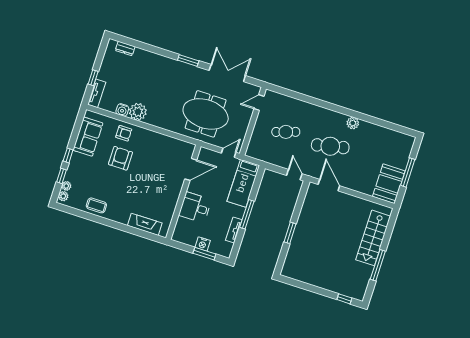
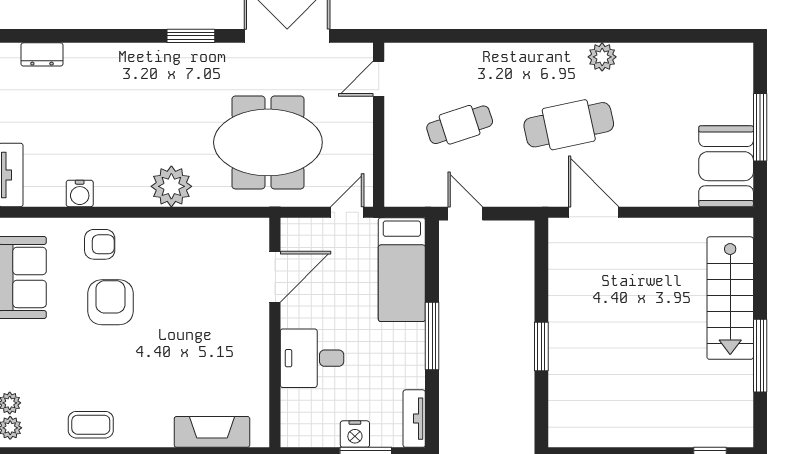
plant: (138, 112) -> (171, 186), moved
door: (294, 175) -> (465, 214), moved
tv unit: (234, 230) -> (414, 419), moved

